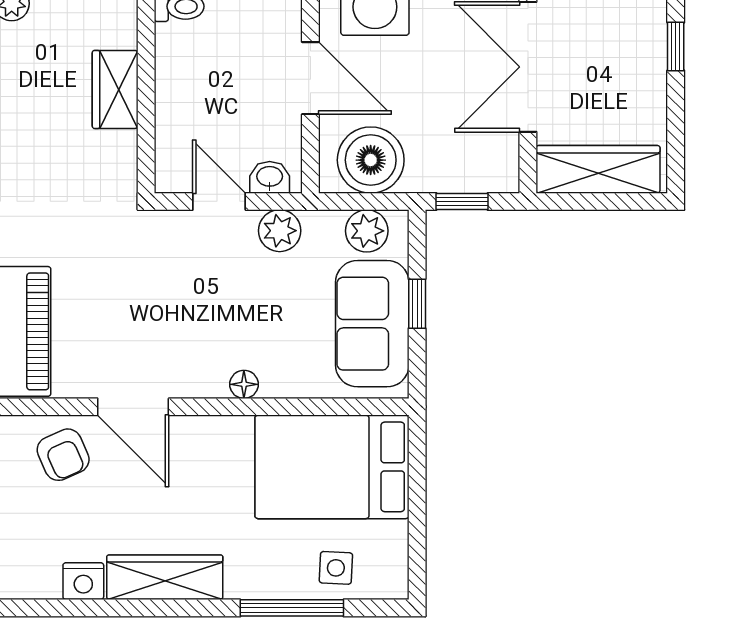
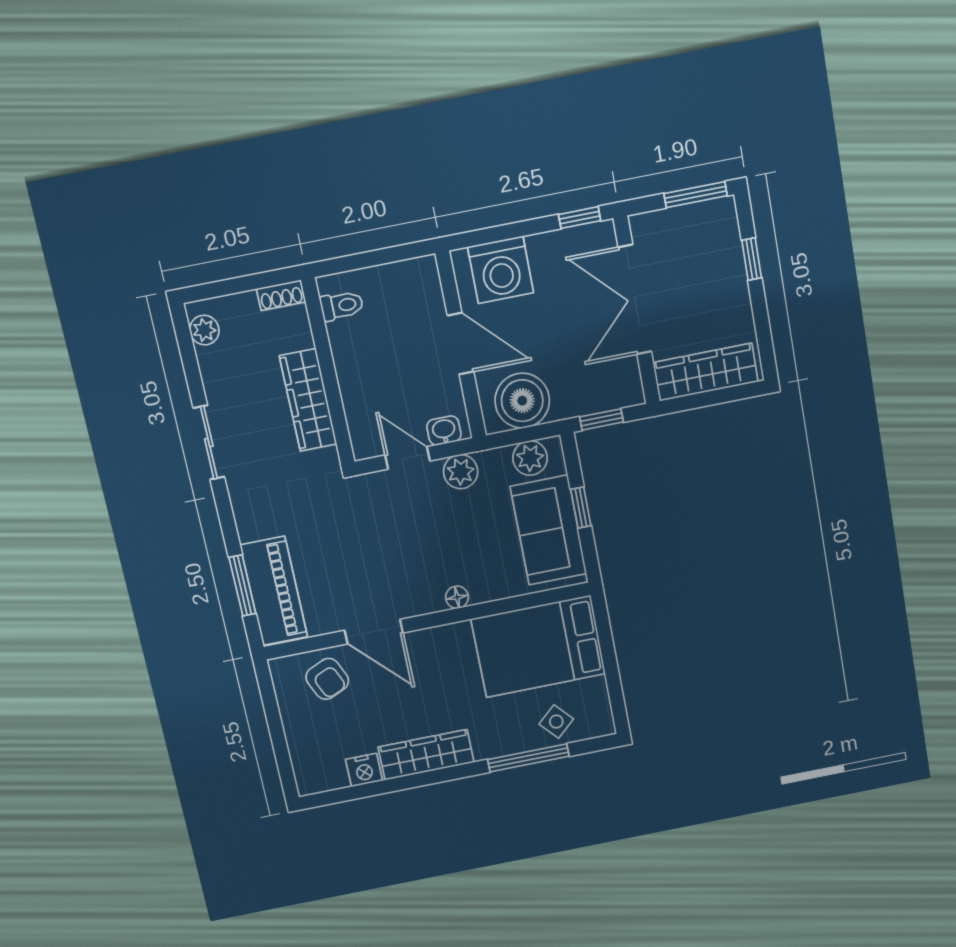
wardrobe: (115, 89) -> (308, 400), width x1.50
side table: (336, 568) -> (556, 722), turned 45

